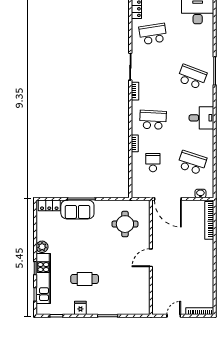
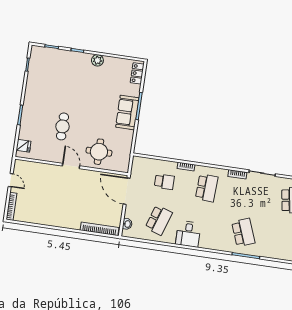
school desk: (192, 77) -> (243, 232), turned -42
desk: (201, 118) -> (188, 234), moved
door: (168, 199) -> (127, 191), hinge flipped
sofa: (77, 210) -> (127, 112), moved
round table: (125, 224) -> (99, 152), moved
kitchen unit: (43, 279) -> (66, 57), removed
cafe table: (85, 279) -> (63, 126), moved
fridge: (80, 308) -> (24, 146), moved

